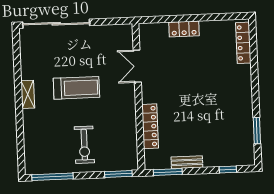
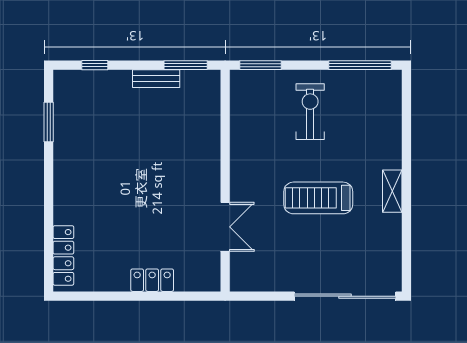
locker: (150, 126) -> (209, 135), removed

